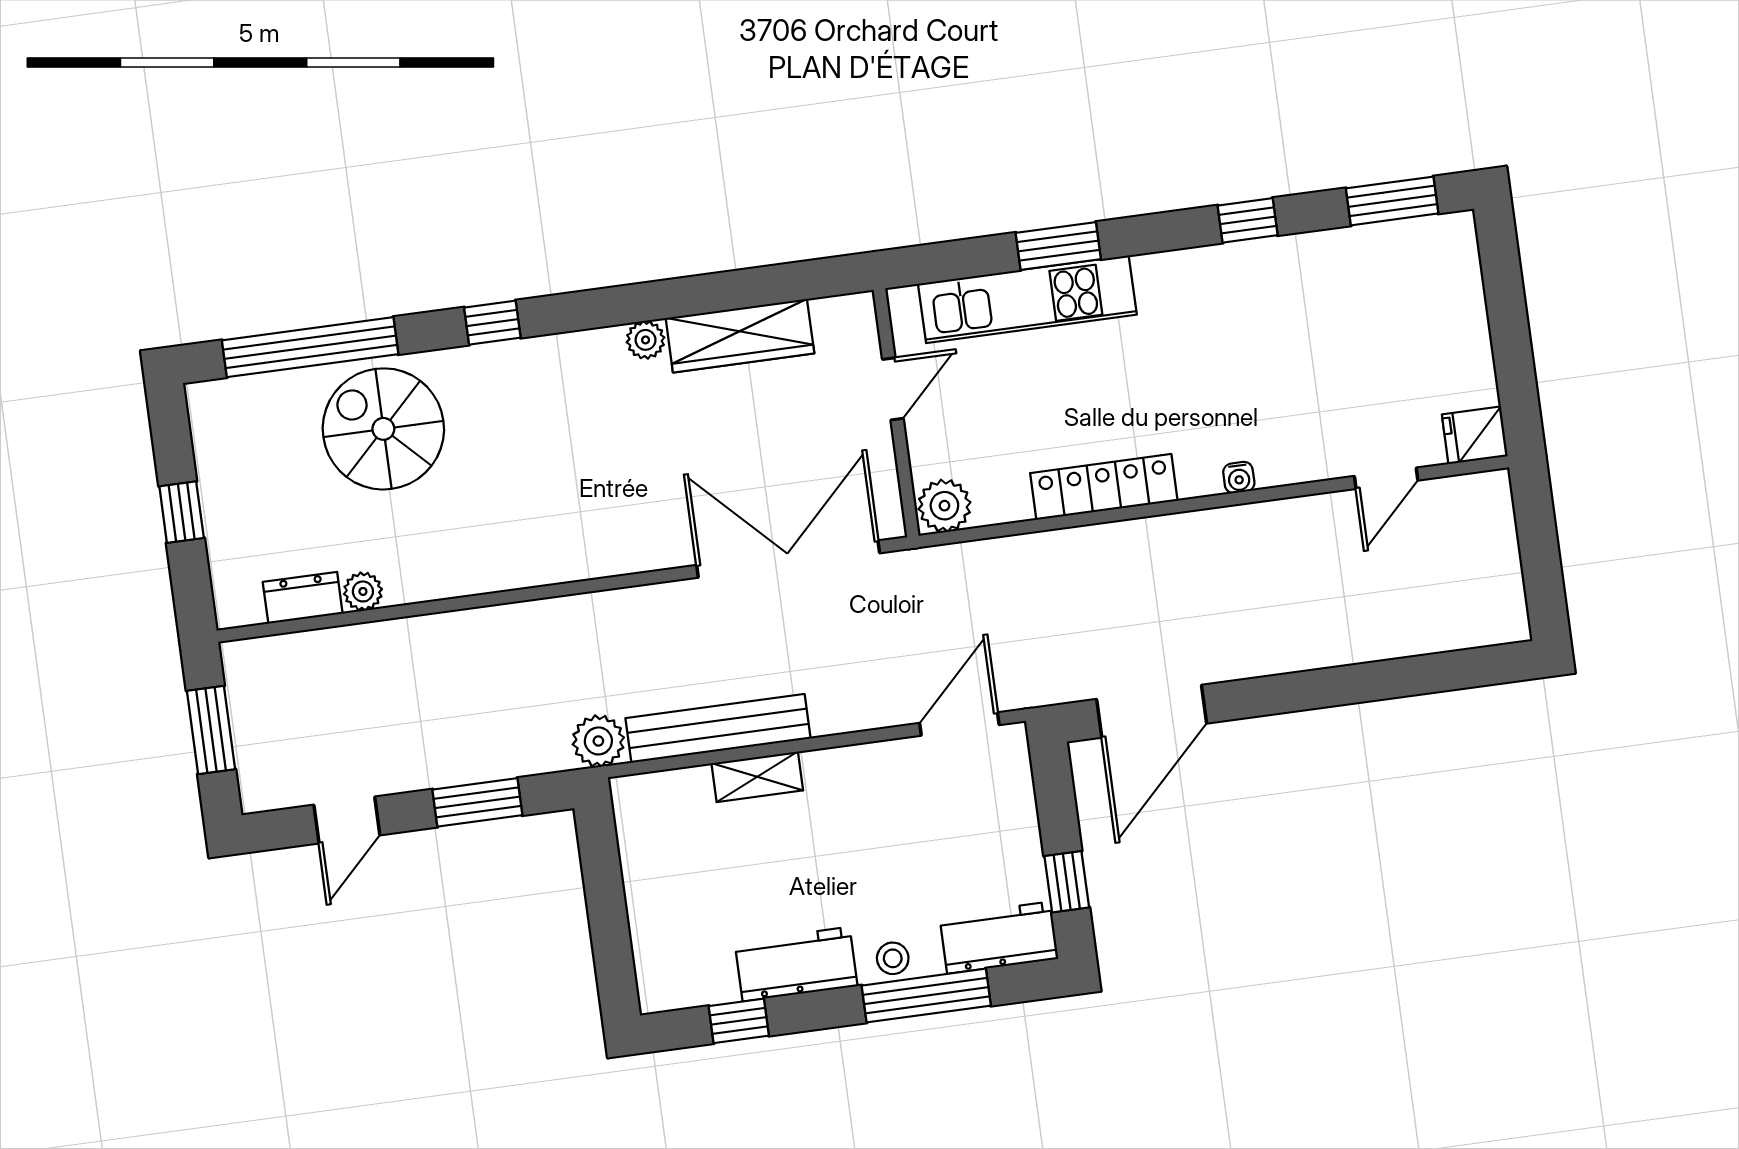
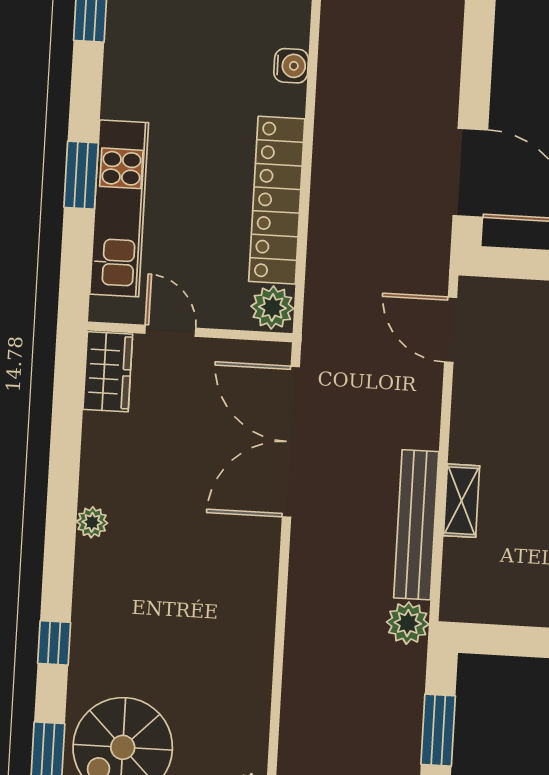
wardrobe: (740, 336) -> (108, 372), moved, width x0.67
water cooler: (1239, 478) -> (291, 66), width x1.38, depth x1.38
locker: (1104, 487) -> (277, 200), width x1.41, depth x1.21

